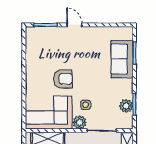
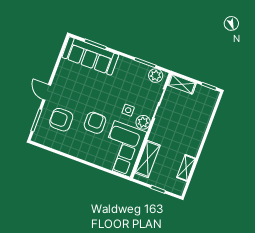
door: (74, 25) -> (47, 92), hinge flipped
armchair: (54, 47) -> (61, 120), added
sofa: (122, 59) -> (90, 56), width x1.36
plant: (126, 106) -> (156, 76), moved

